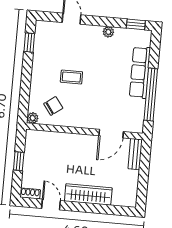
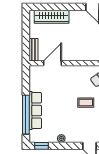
window: (151, 95) -> (26, 115), moved
wardrobe: (88, 194) -> (52, 17), moved

